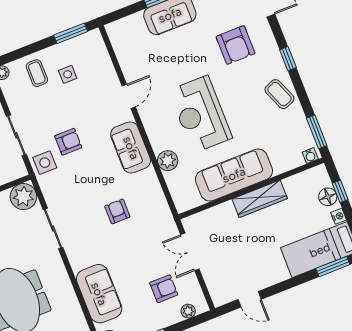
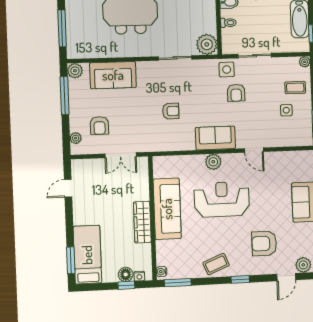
plant: (168, 161) -> (213, 162), moved
nightstand: (339, 216) -> (139, 276), moved
double door: (190, 252) -> (121, 155), swing flipped

